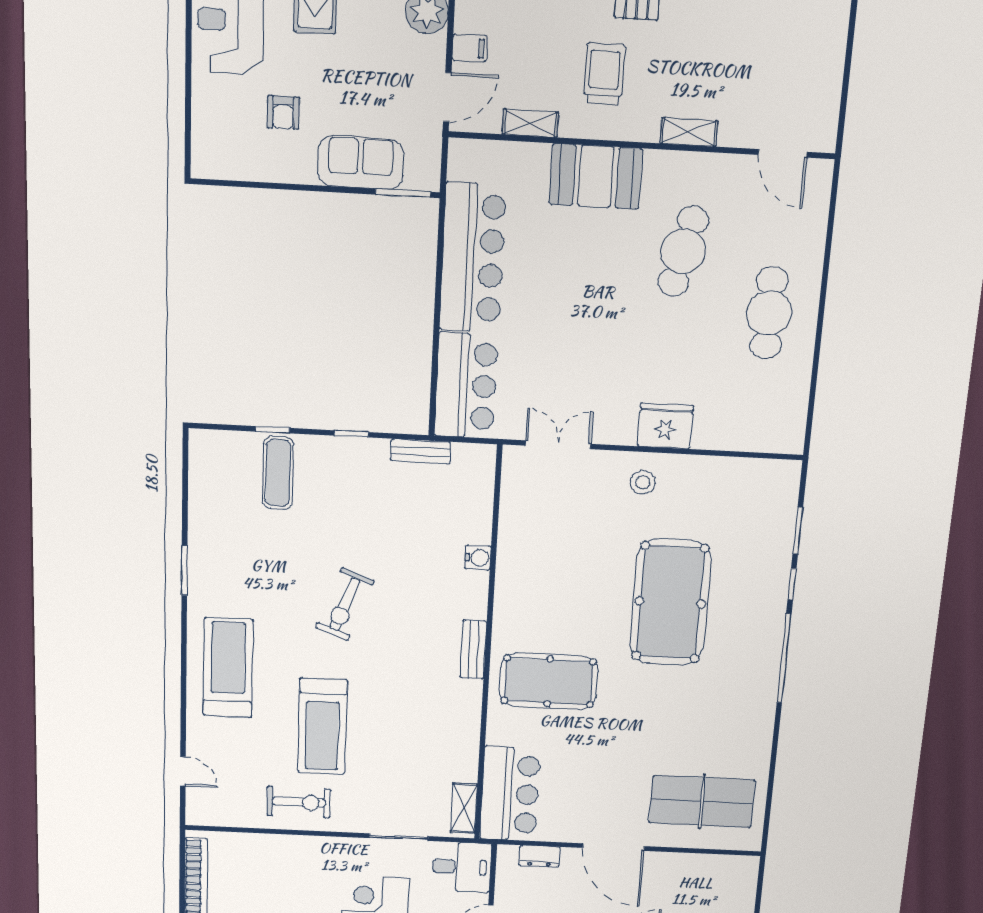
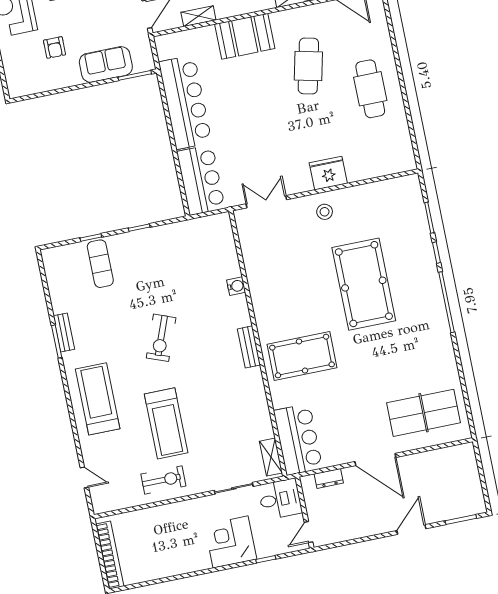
bench: (420, 451) -> (64, 333), moved, turned 90

